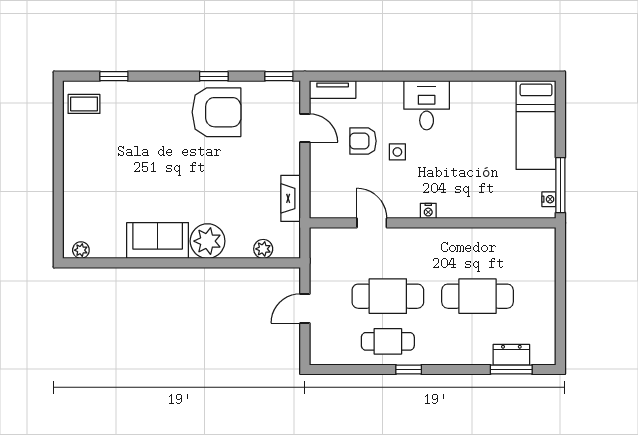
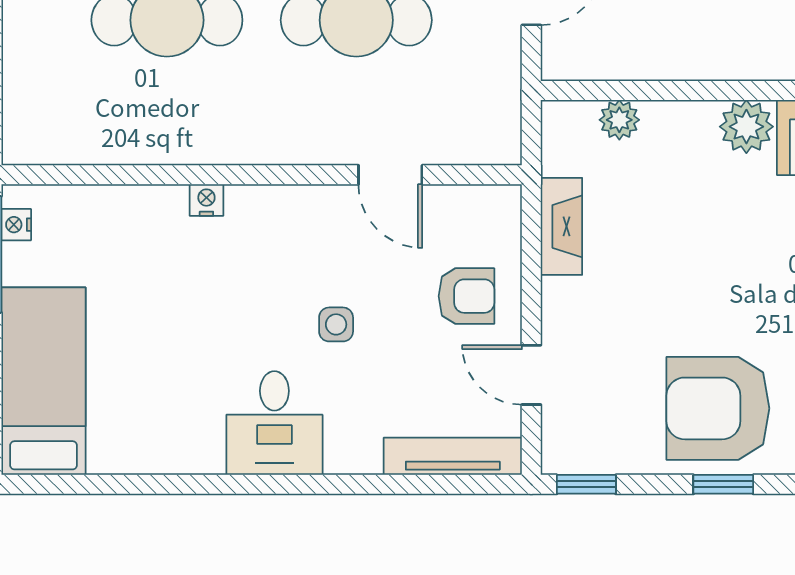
tv unit: (333, 89) -> (453, 456), width x1.41
armchair: (363, 141) -> (466, 296), moved
nightstand: (428, 211) -> (206, 200), moved
plant: (208, 241) -> (746, 127), width x0.73, depth x0.73

